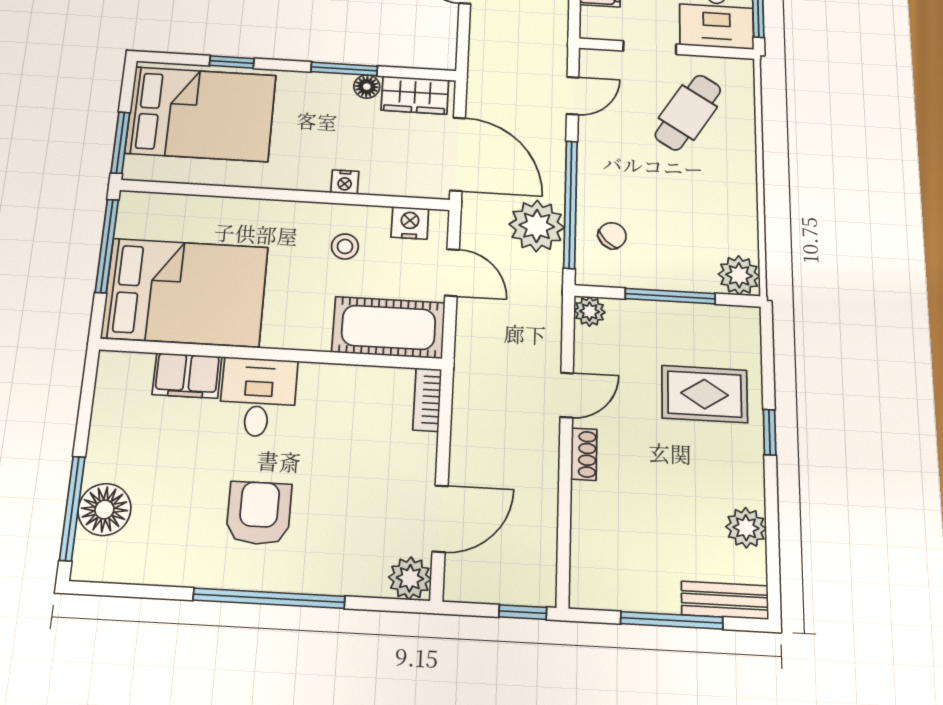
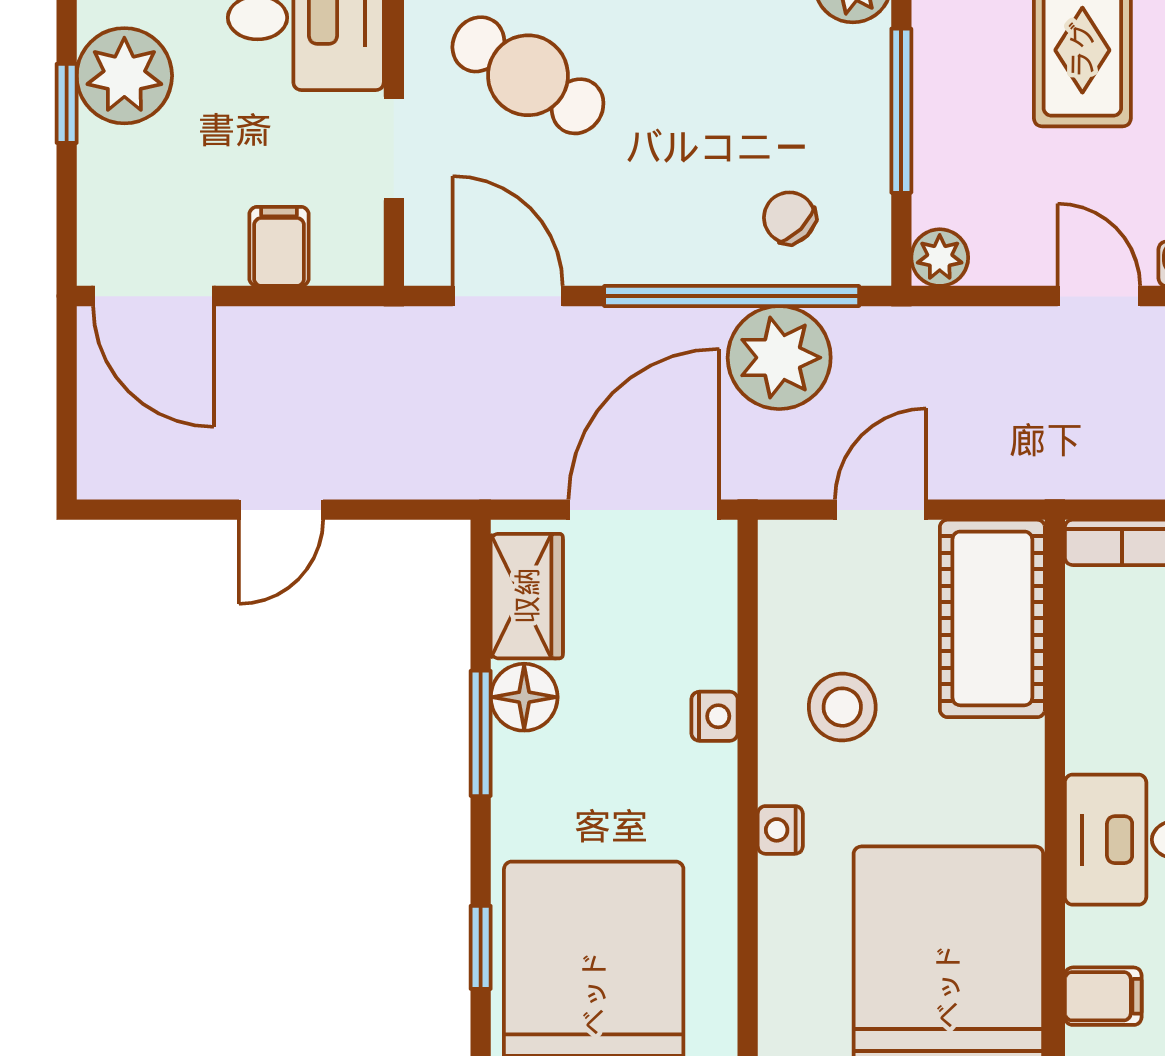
floor lamp: (367, 87) -> (524, 697), width x1.37, depth x1.37
door: (573, 96) -> (508, 296), width x1.37
nightstand: (410, 223) -> (780, 830), moved, width x0.72, depth x0.74
stool: (345, 246) -> (842, 707), width x1.37, depth x1.37
filing cabinet: (187, 376) -> (1103, 996), width x0.50

